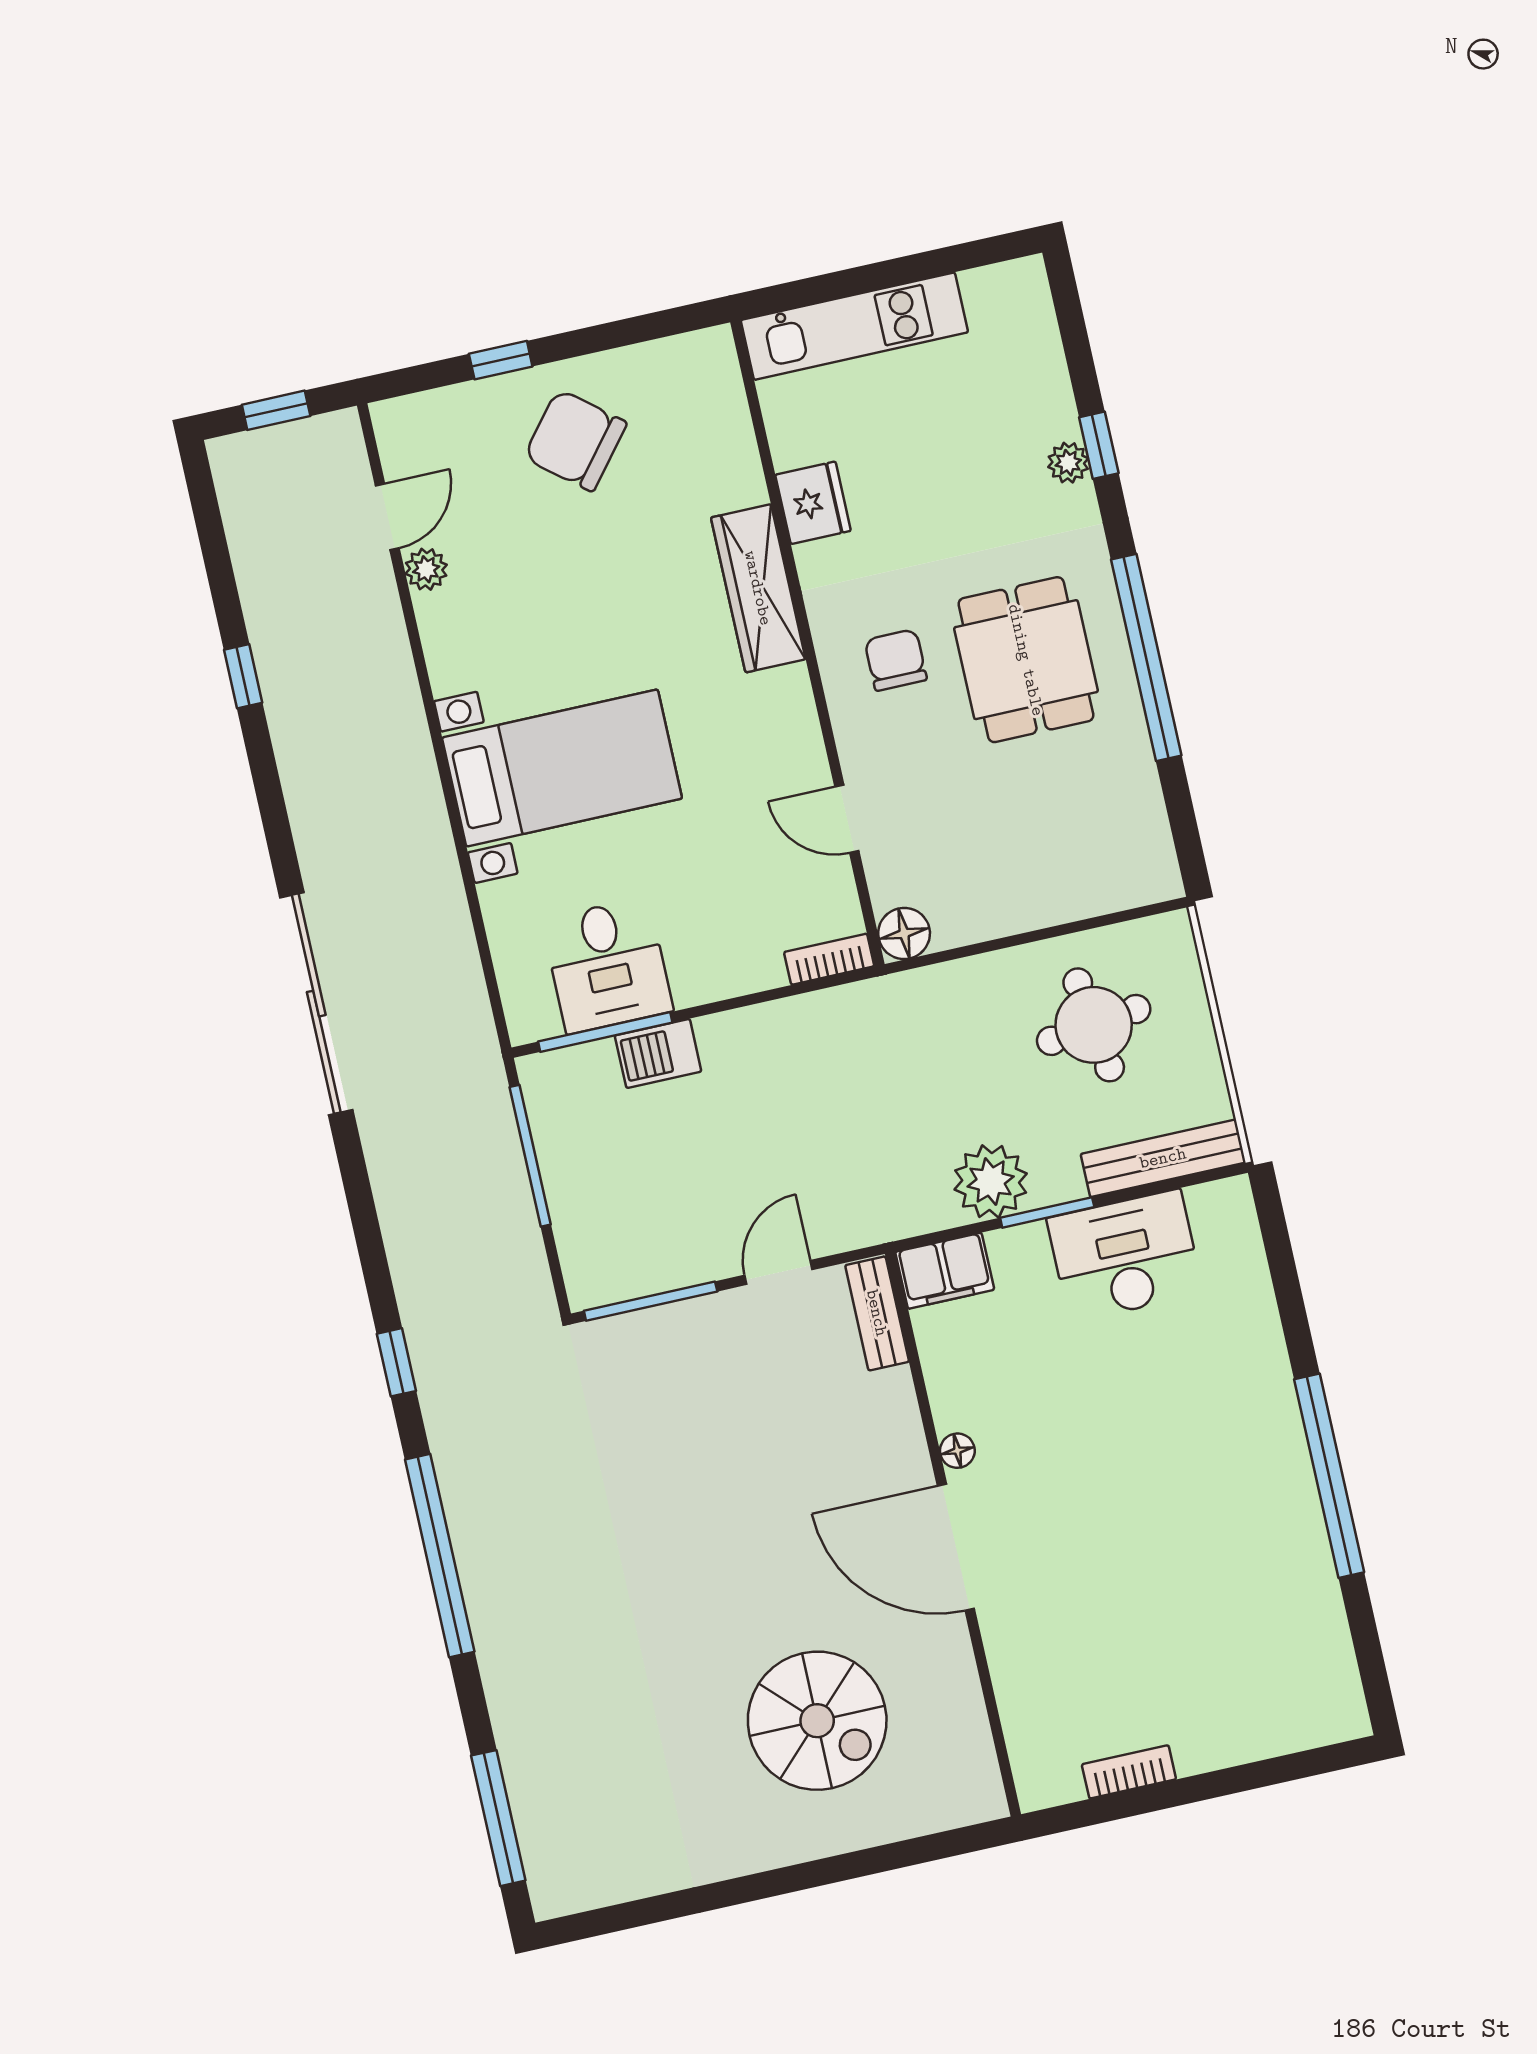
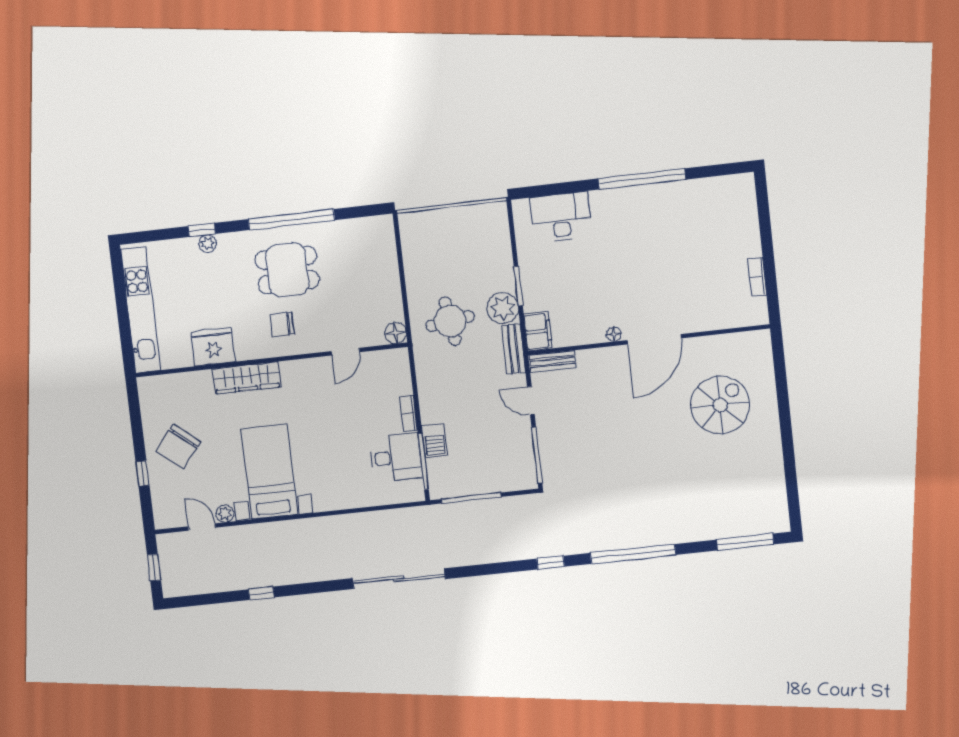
kitchen unit: (854, 326) -> (141, 310), width x1.36
fridge: (813, 503) -> (213, 347), width x1.36, depth x1.34
bed with nightstands: (562, 768) -> (269, 472), moved
bookcase: (829, 959) -> (408, 413), moved
round table: (1094, 1025) -> (450, 321), moved
bench: (1163, 1158) -> (514, 349), moved, width x0.73
desk: (1125, 1256) -> (561, 217), moved, turned 90

